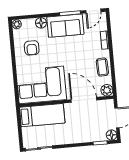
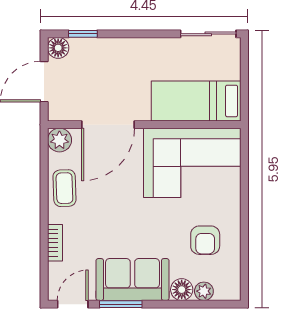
plant: (17, 24) -> (204, 291), moved
armchair: (32, 48) -> (205, 240), turned 180
door: (84, 100) -> (108, 125), hinge flipped

